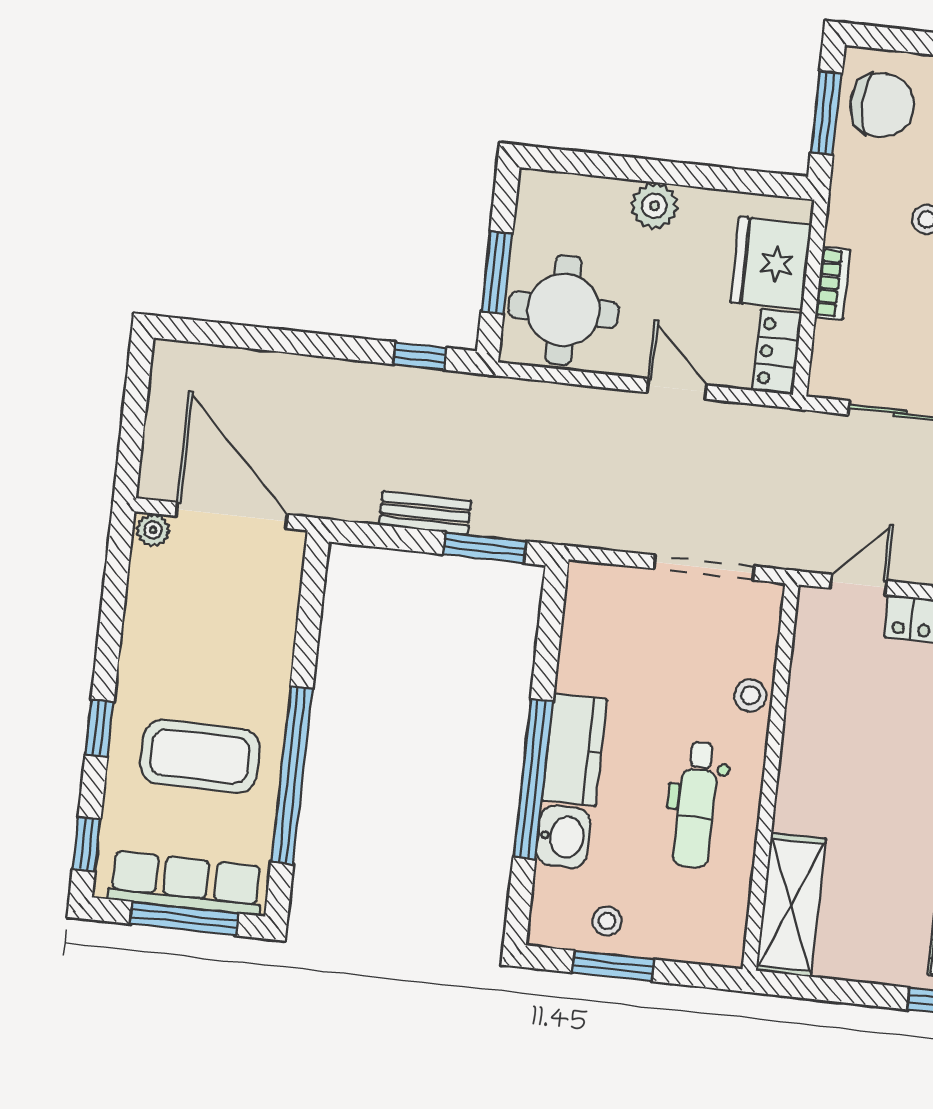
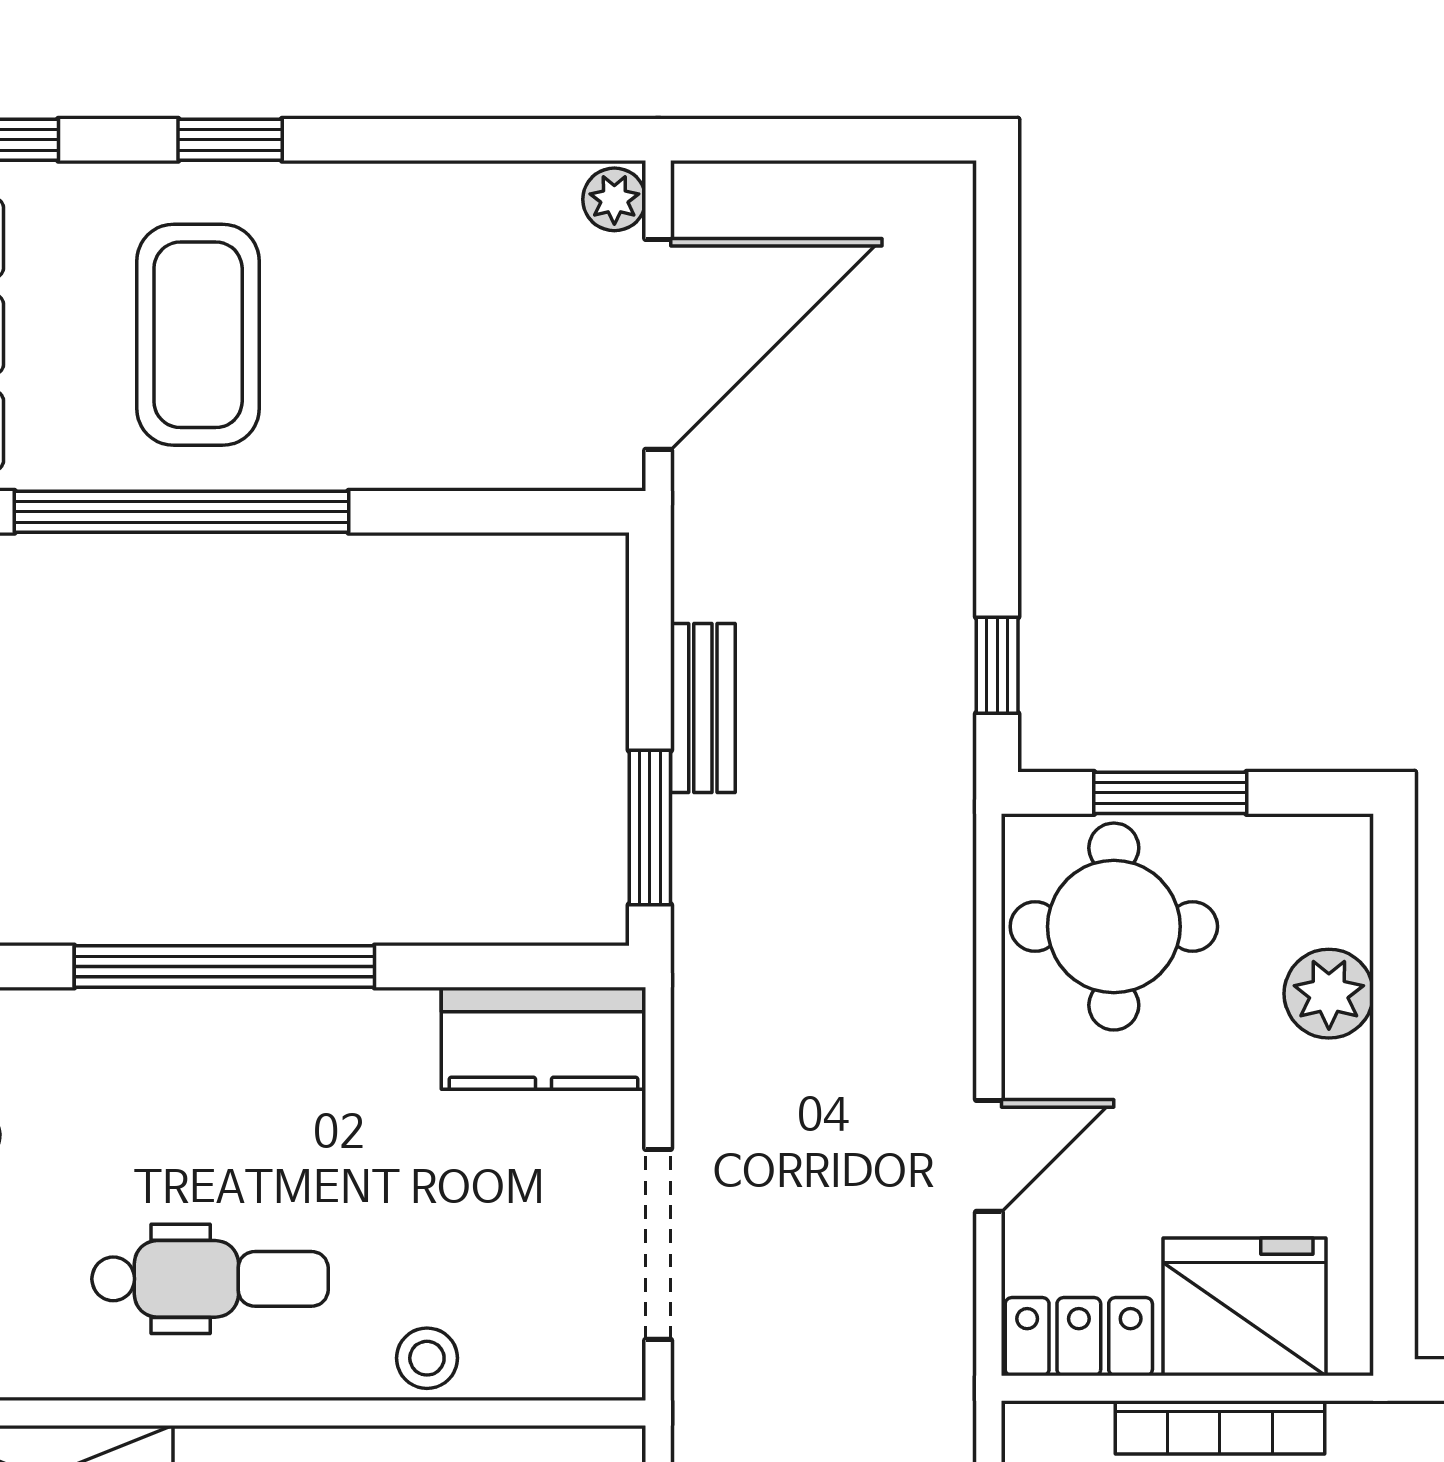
plant: (654, 206) -> (1329, 994), moved
bookcase: (833, 283) -> (1220, 1427), width x1.56
kitchen counter: (574, 750) -> (544, 1038), moved
dental chair: (696, 805) -> (210, 1279), turned 180
washbasin: (563, 837) -> (122, 1035), removed

